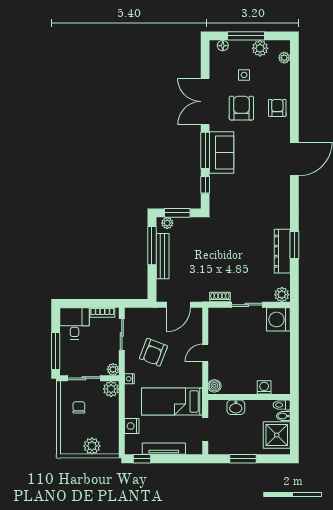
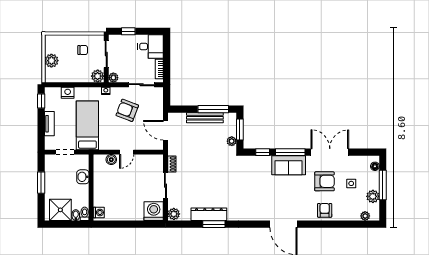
armchair: (277, 108) -> (325, 210), turned -90
plant: (167, 223) -> (232, 141), moved
window: (56, 351) -> (128, 31), width x0.46
door: (205, 353) -> (127, 152), swing flipped
boiler: (214, 386) -> (111, 160), moved
washing machine: (264, 387) -> (99, 212), moved
tv unit: (164, 449) -> (49, 124), width x0.71

